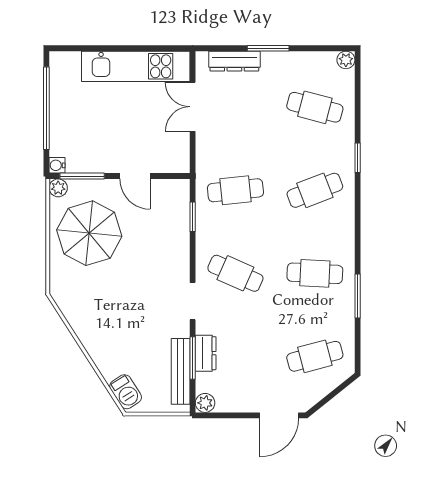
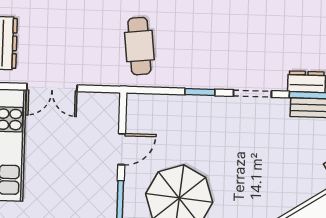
window: (193, 217) -> (200, 92), moved
cafe table: (235, 273) -> (225, 49), removed

